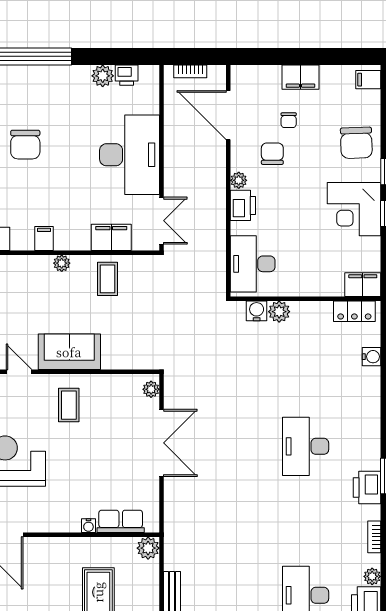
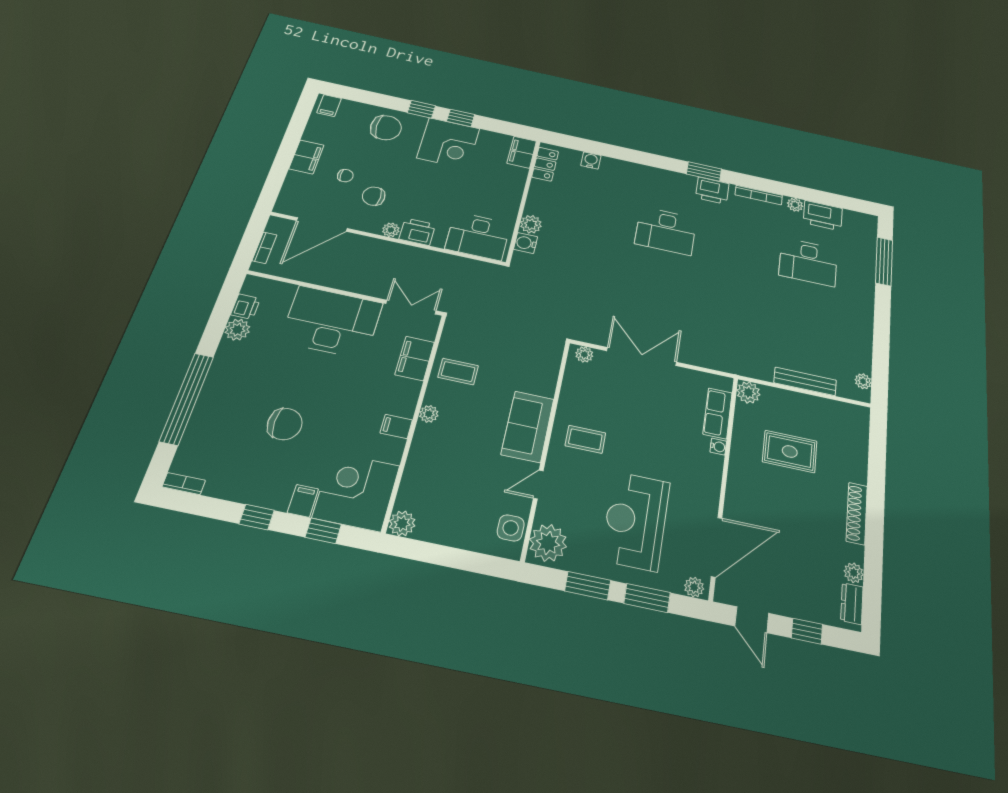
bookcase: (374, 537) -> (759, 195), width x1.56

